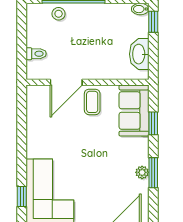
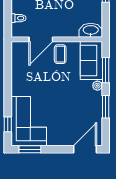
washbasin: (139, 54) -> (91, 30), moved, turned 90
window: (153, 123) -> (106, 70), width x1.50
plant: (142, 172) -> (97, 86), moved

